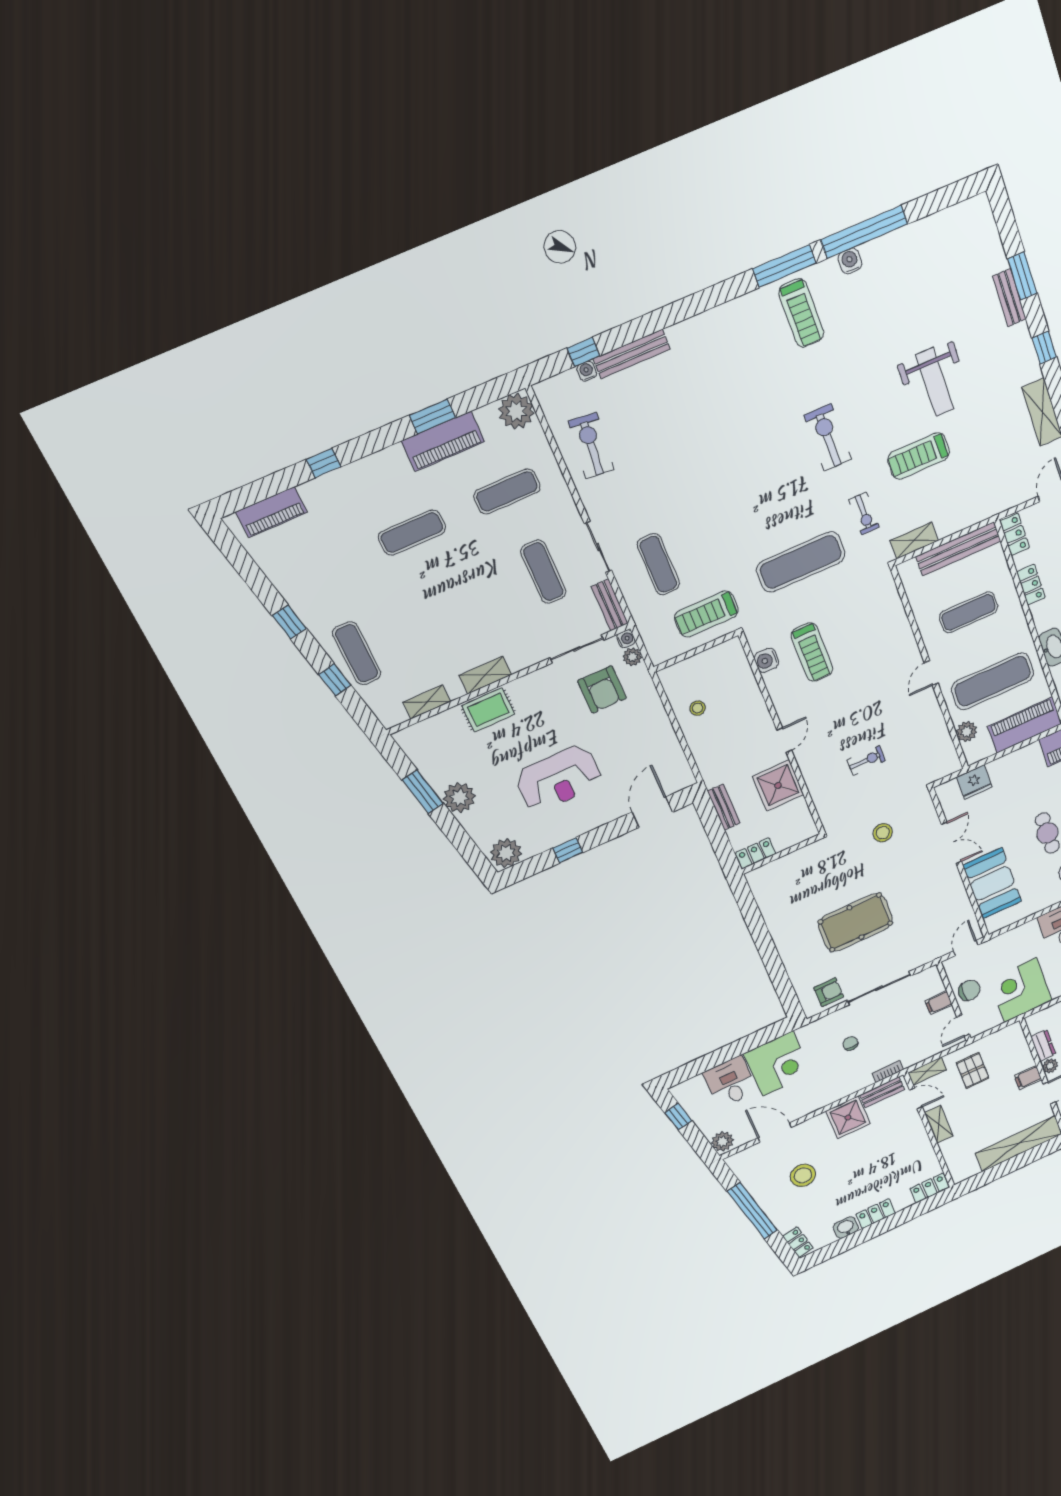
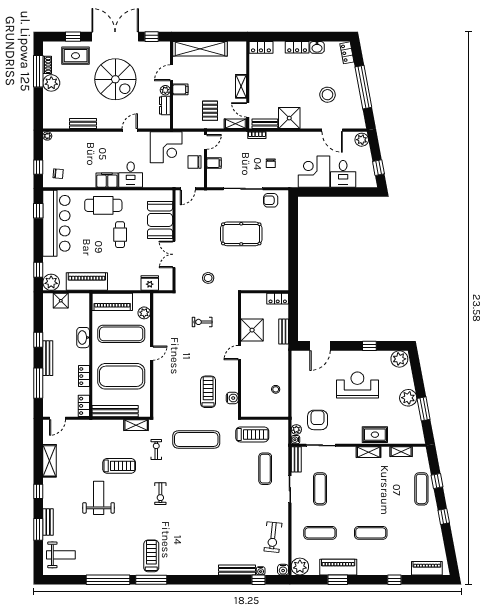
weight bench: (966, 244) -> (61, 555), added
water cooler: (850, 261) -> (283, 570), moved
exercise bike: (828, 437) -> (160, 494), width x0.73, depth x0.72
exercise mat: (969, 612) -> (121, 376), width x2.00, depth x1.45

